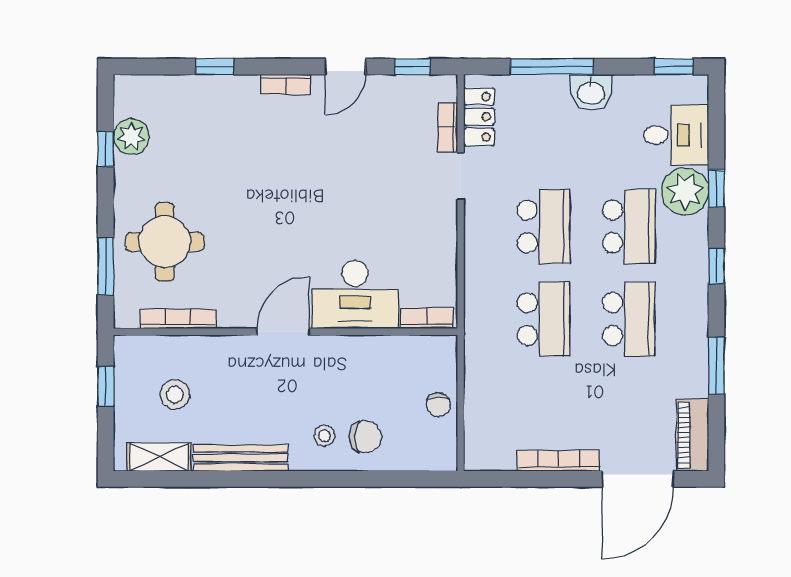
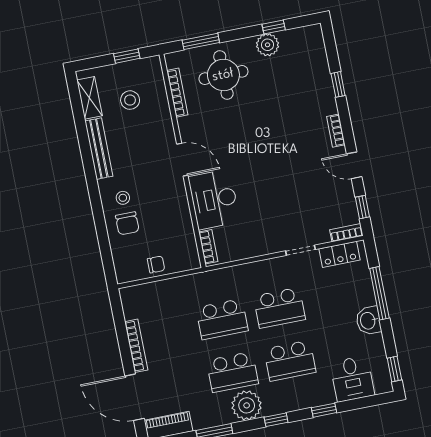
bookcase: (448, 127) -> (346, 233), moved
plant: (131, 137) -> (268, 45), moved
plant: (685, 191) -> (247, 405), moved
chair: (438, 405) -> (156, 264), turned 180

